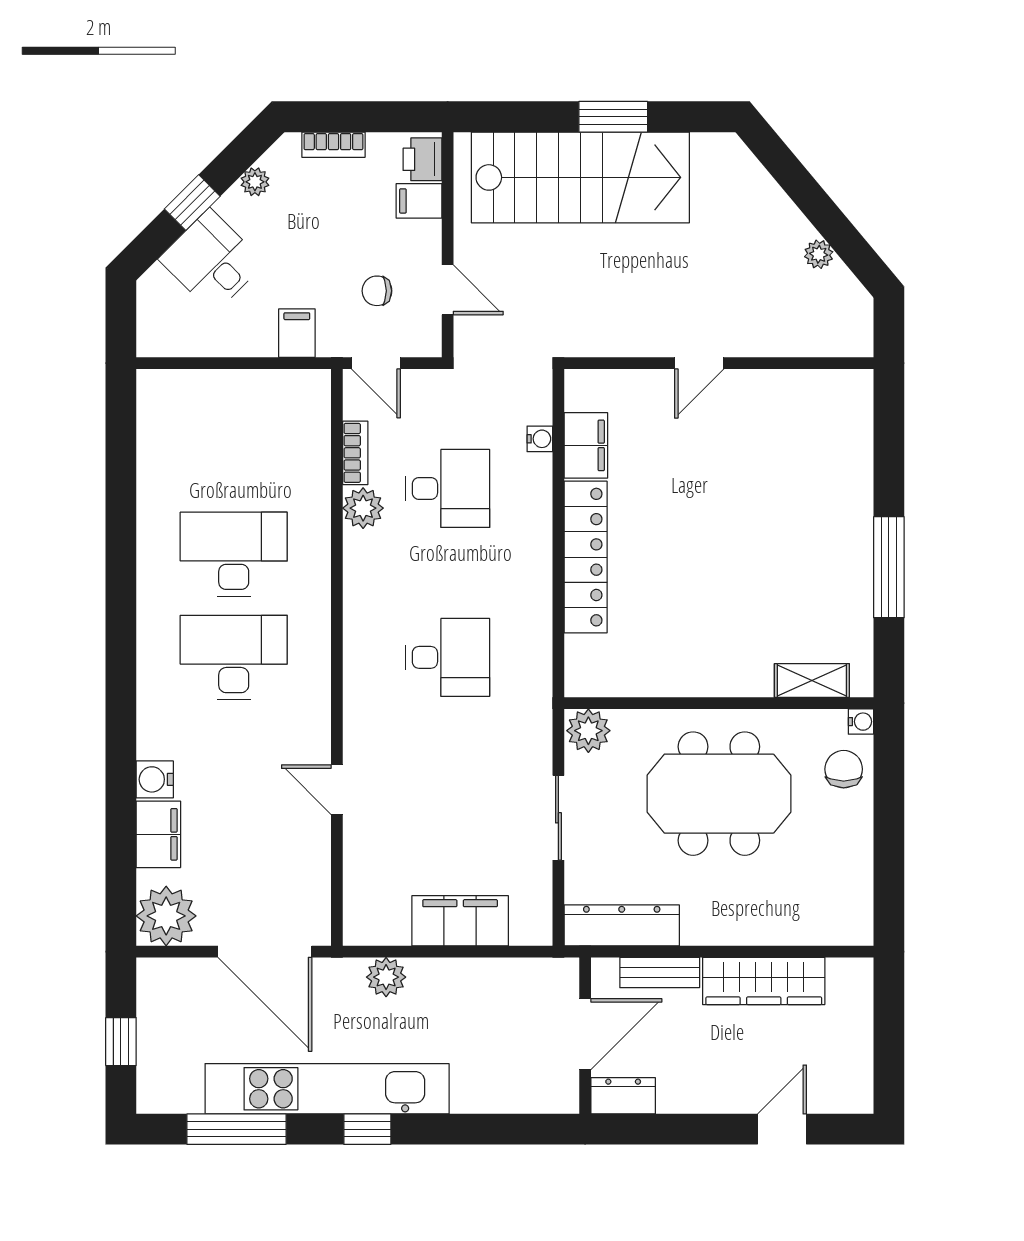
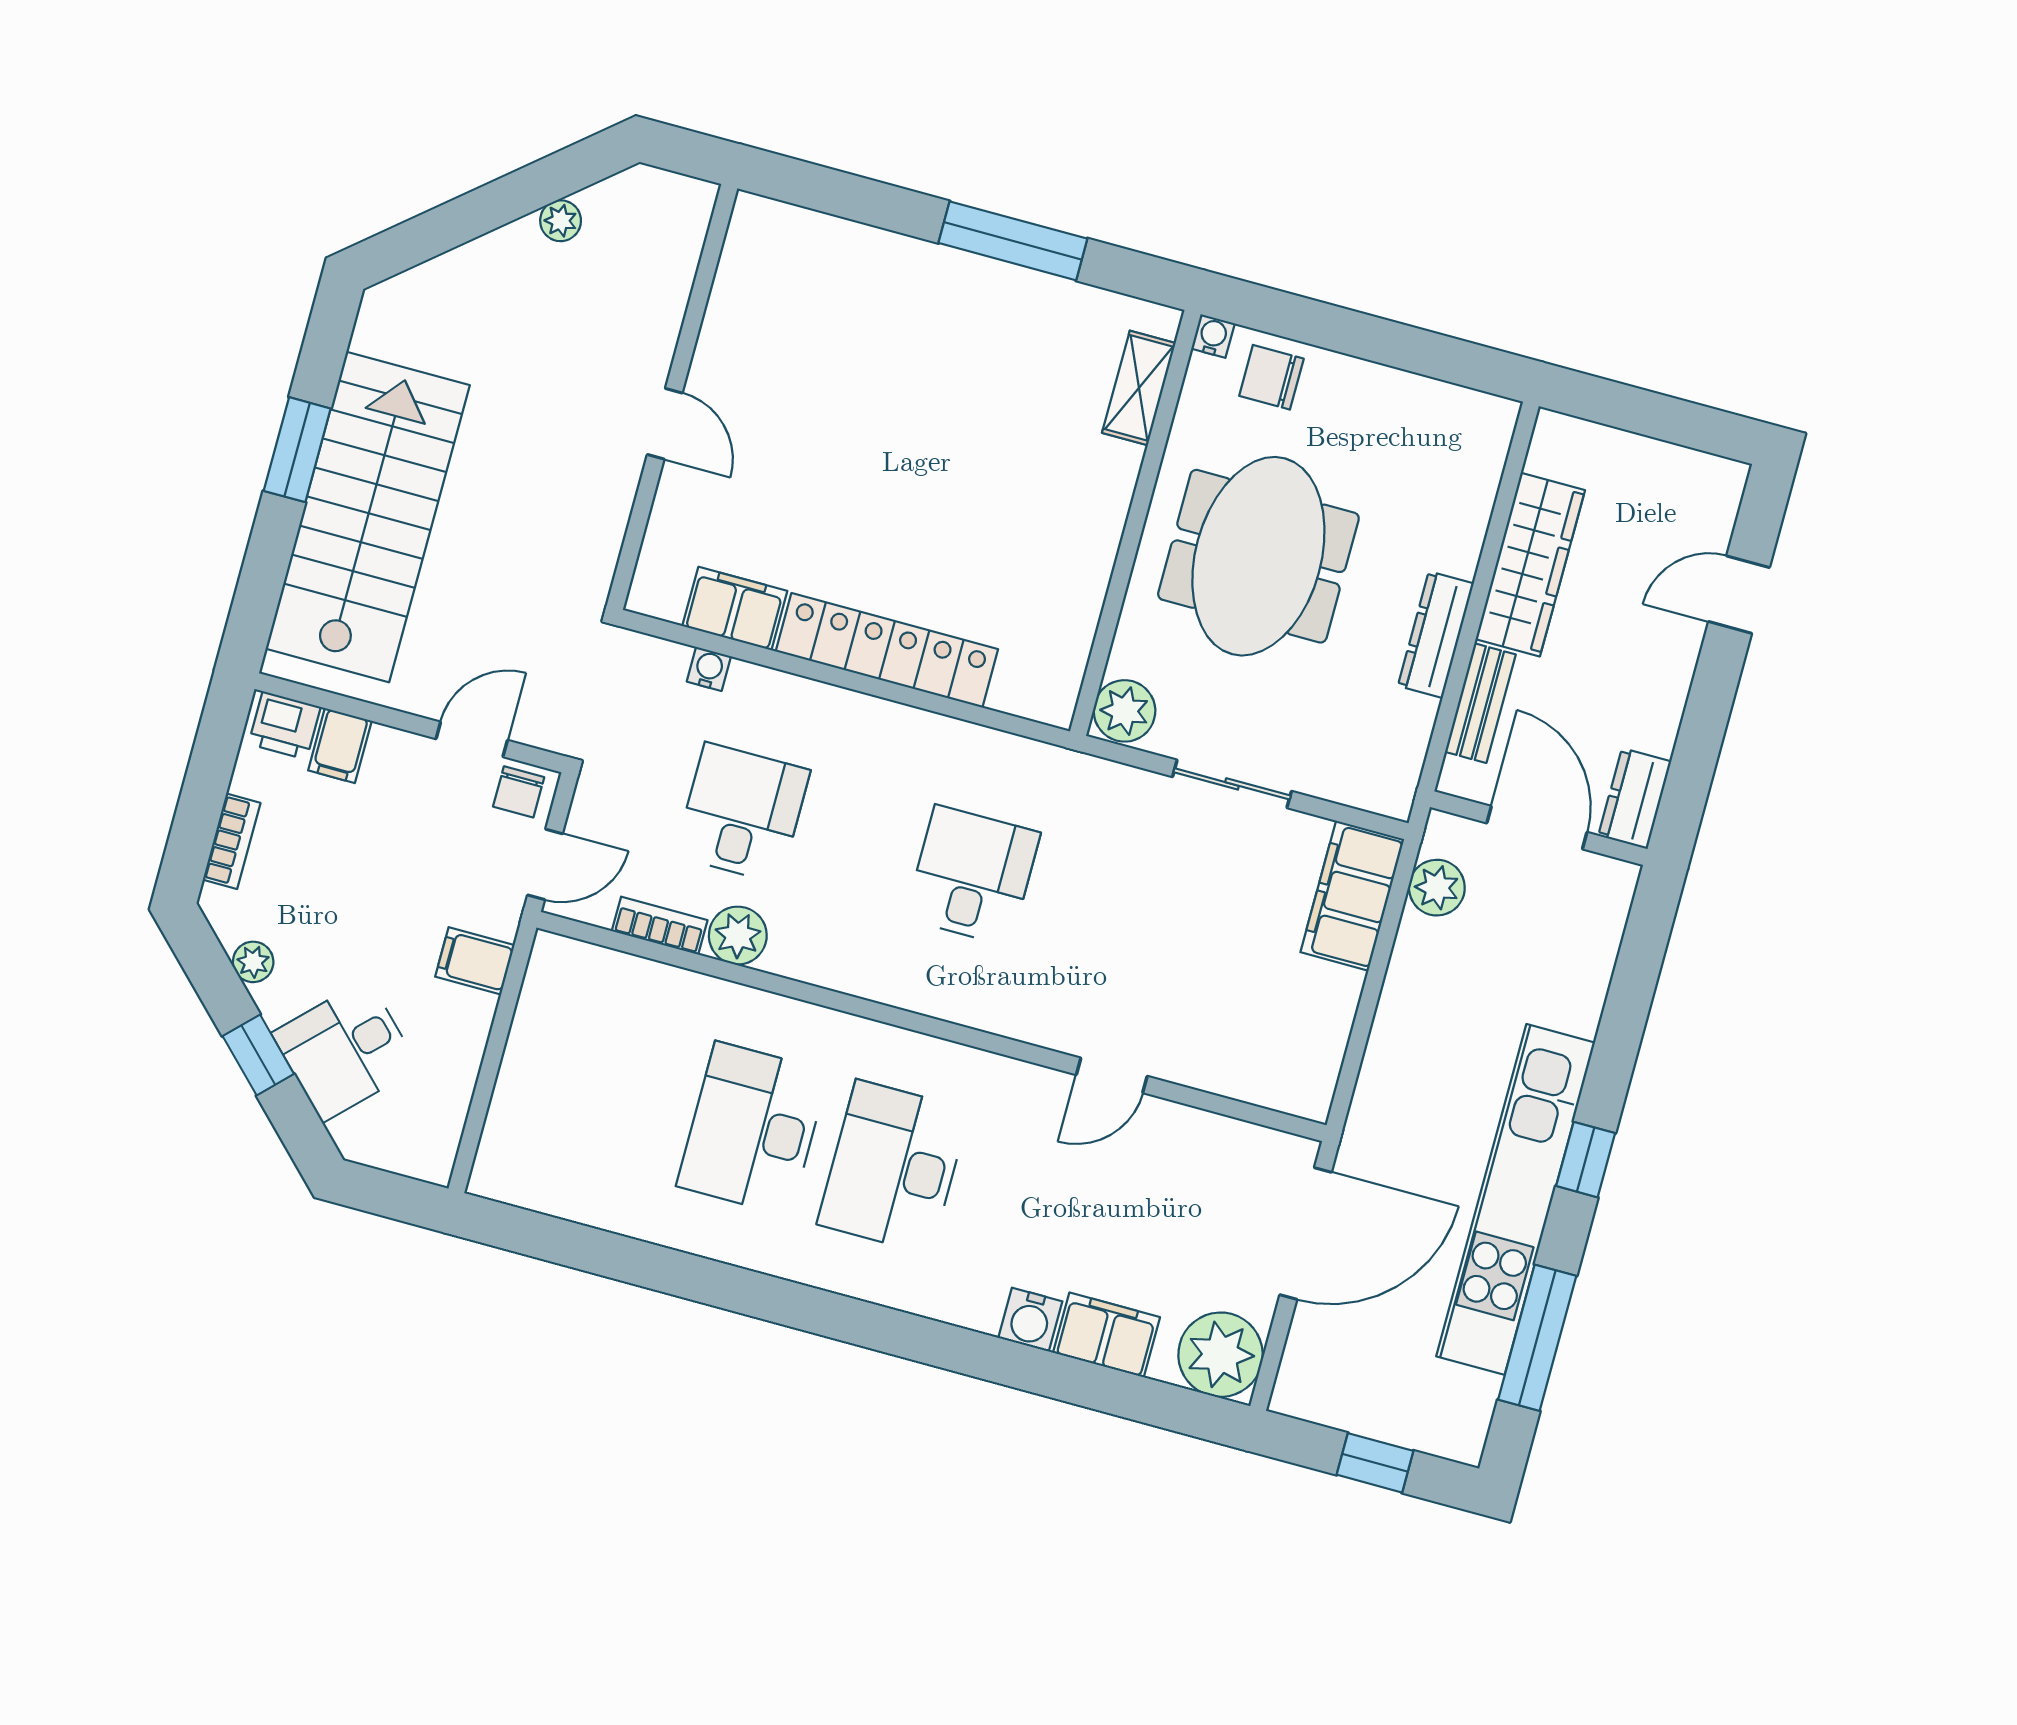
chair: (377, 291) -> (519, 792), moved
filing cabinet: (460, 921) -> (1352, 896), moved
dresser: (622, 925) -> (1436, 635), moved, width x0.73, depth x0.80
plant: (386, 977) -> (1437, 888), moved
door: (782, 1129) -> (1739, 595), hinge flipped

